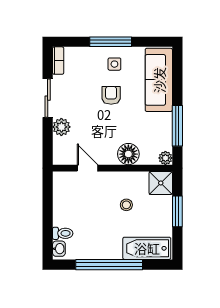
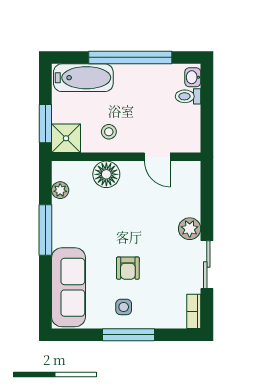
floor lamp: (128, 154) -> (106, 174), moved
door: (87, 168) -> (157, 157), moved
wall: (112, 168) -> (126, 157), moved
shower: (161, 183) -> (66, 138), moved

